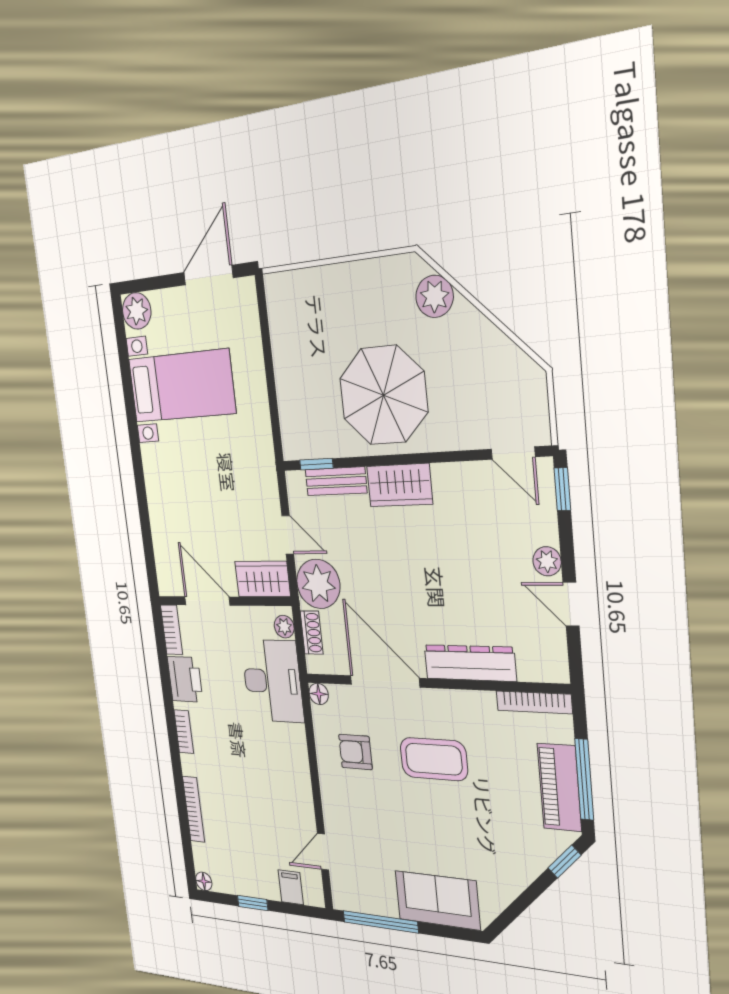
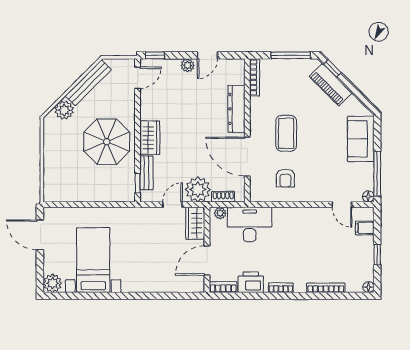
bench: (494, 344) -> (88, 83), added
door: (385, 681) -> (247, 157), hinge flipped
floor lamp: (319, 694) -> (368, 196), moved
piano: (559, 787) -> (331, 85), moved, turned 45

